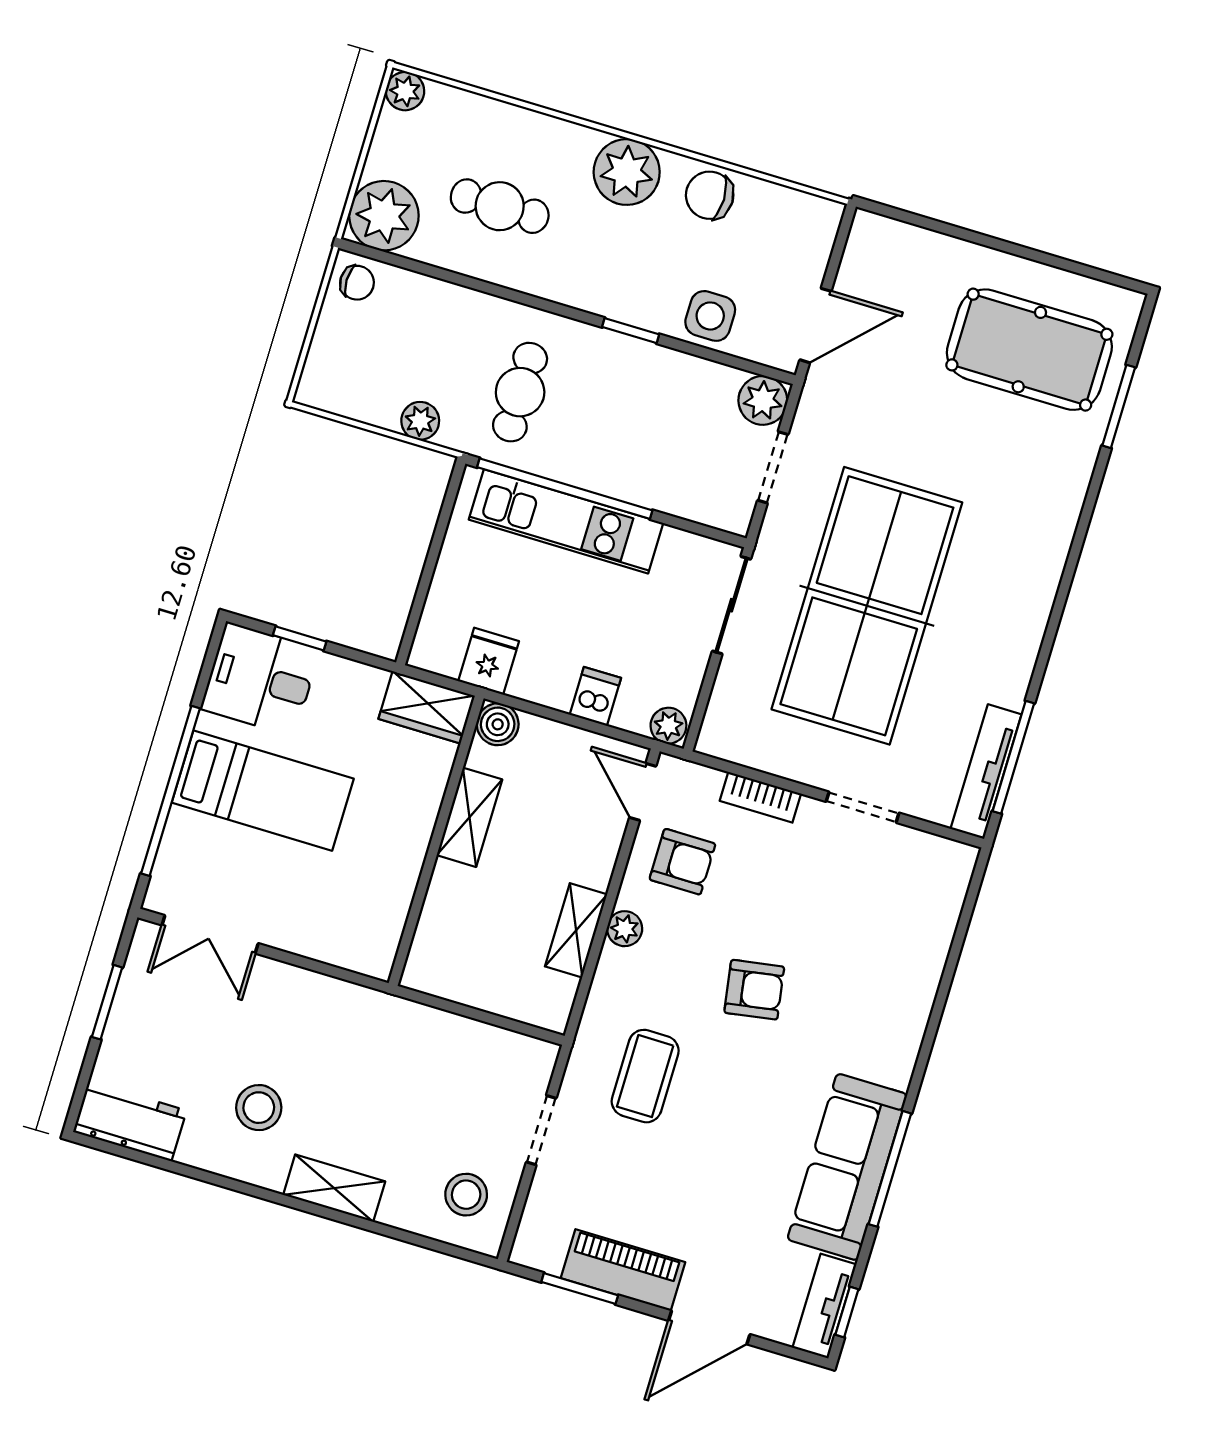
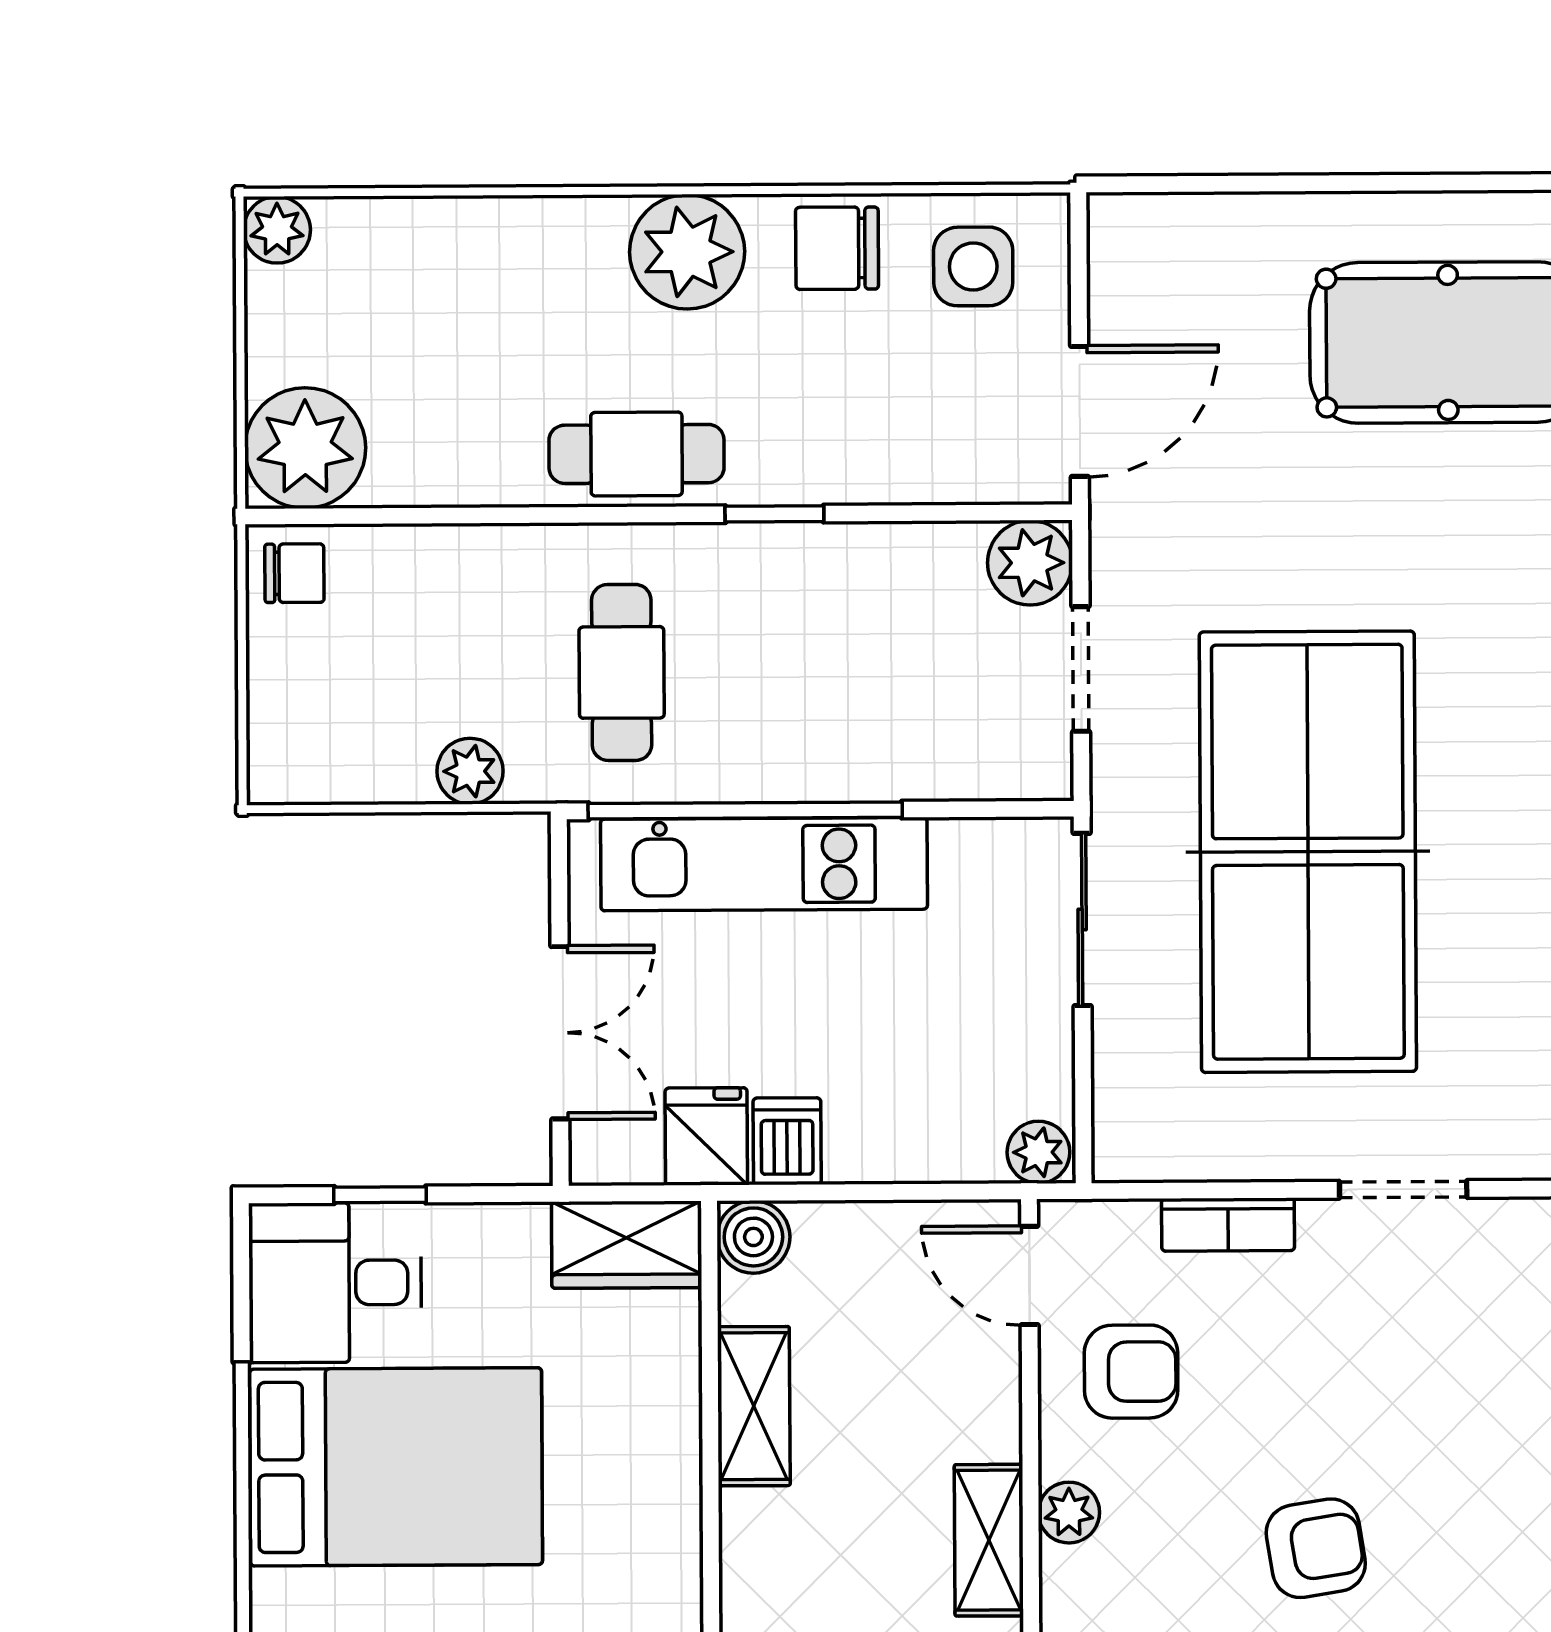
cafe table: (500, 206) -> (637, 454), moved
side table: (710, 316) -> (973, 266), moved
double door: (426, 580) -> (560, 1033), added
dishwasher: (595, 696) -> (787, 1141), moved
bed: (263, 791) -> (396, 1467), width x1.50

